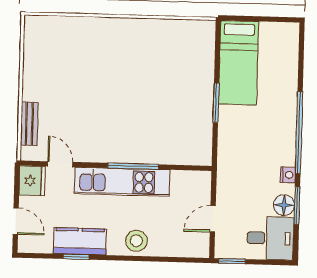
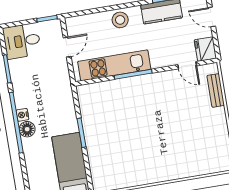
nightstand: (288, 175) -> (22, 115), moved
kitchen unit: (122, 182) -> (114, 65), moved
floor lamp: (284, 205) -> (27, 129), moved

